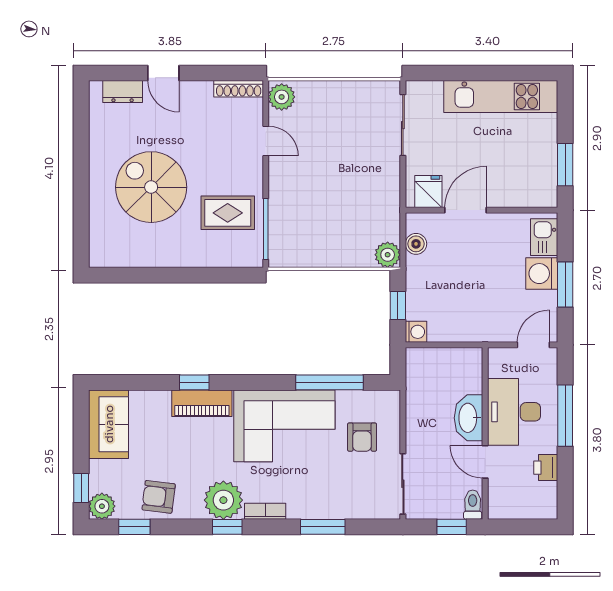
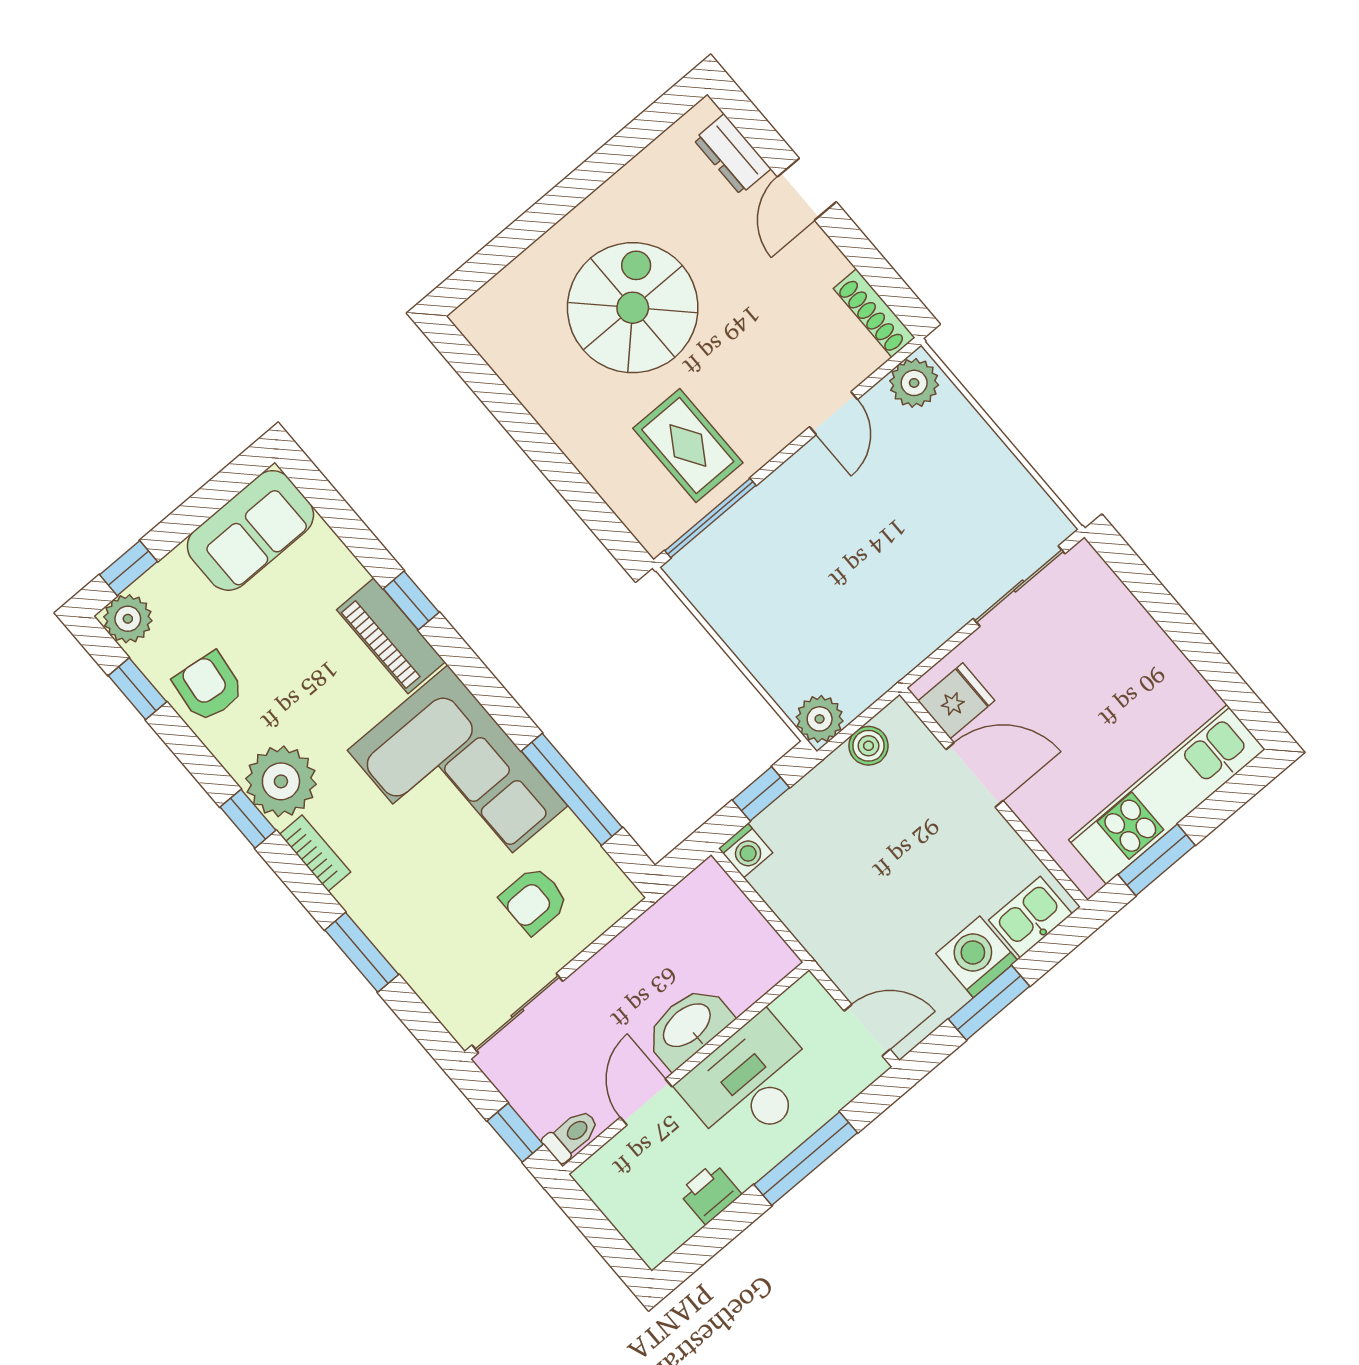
kitchen unit: (501, 97) -> (1167, 795), moved, turned 90

